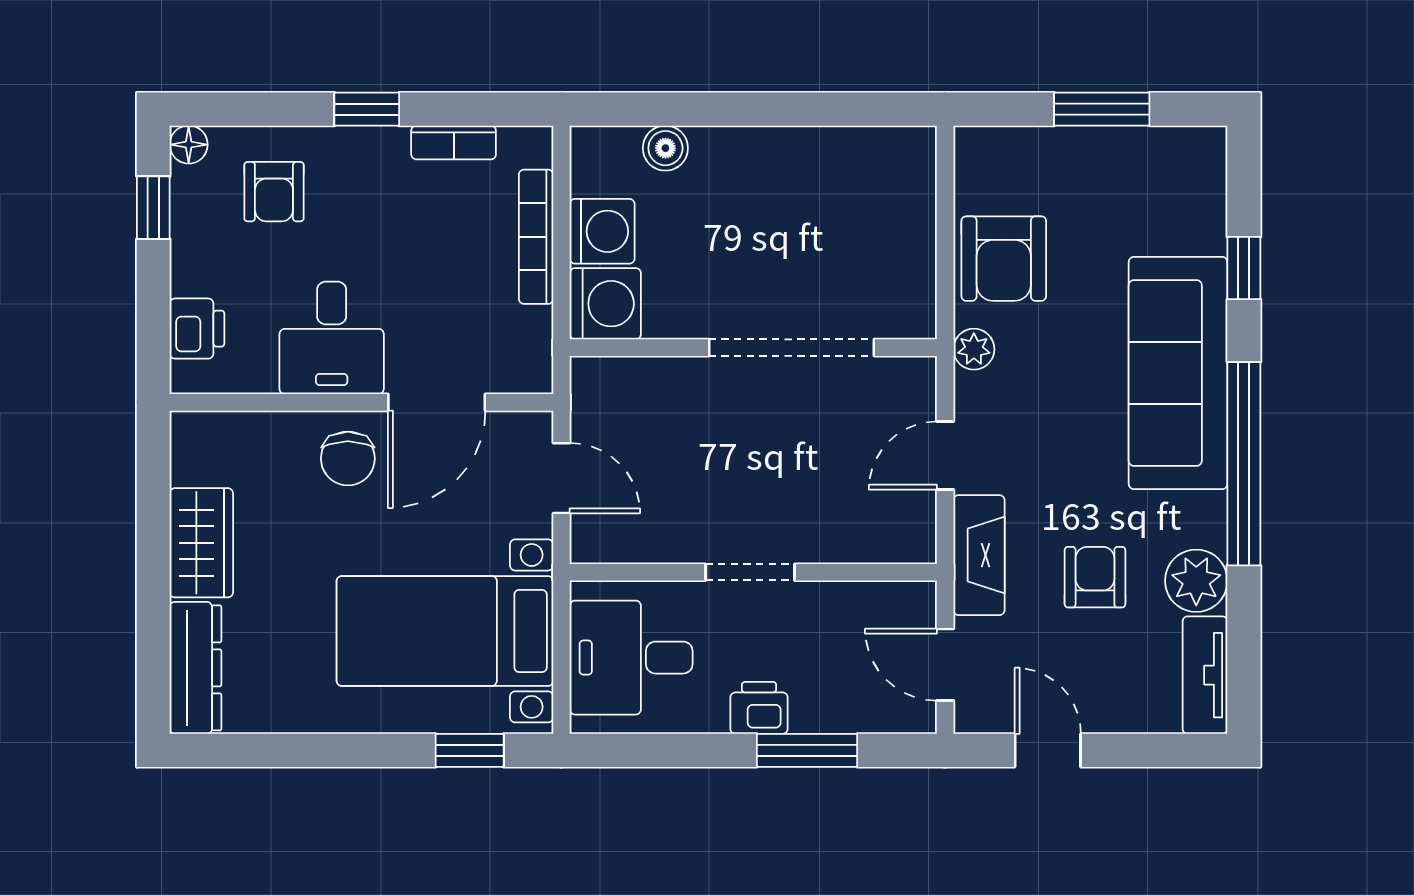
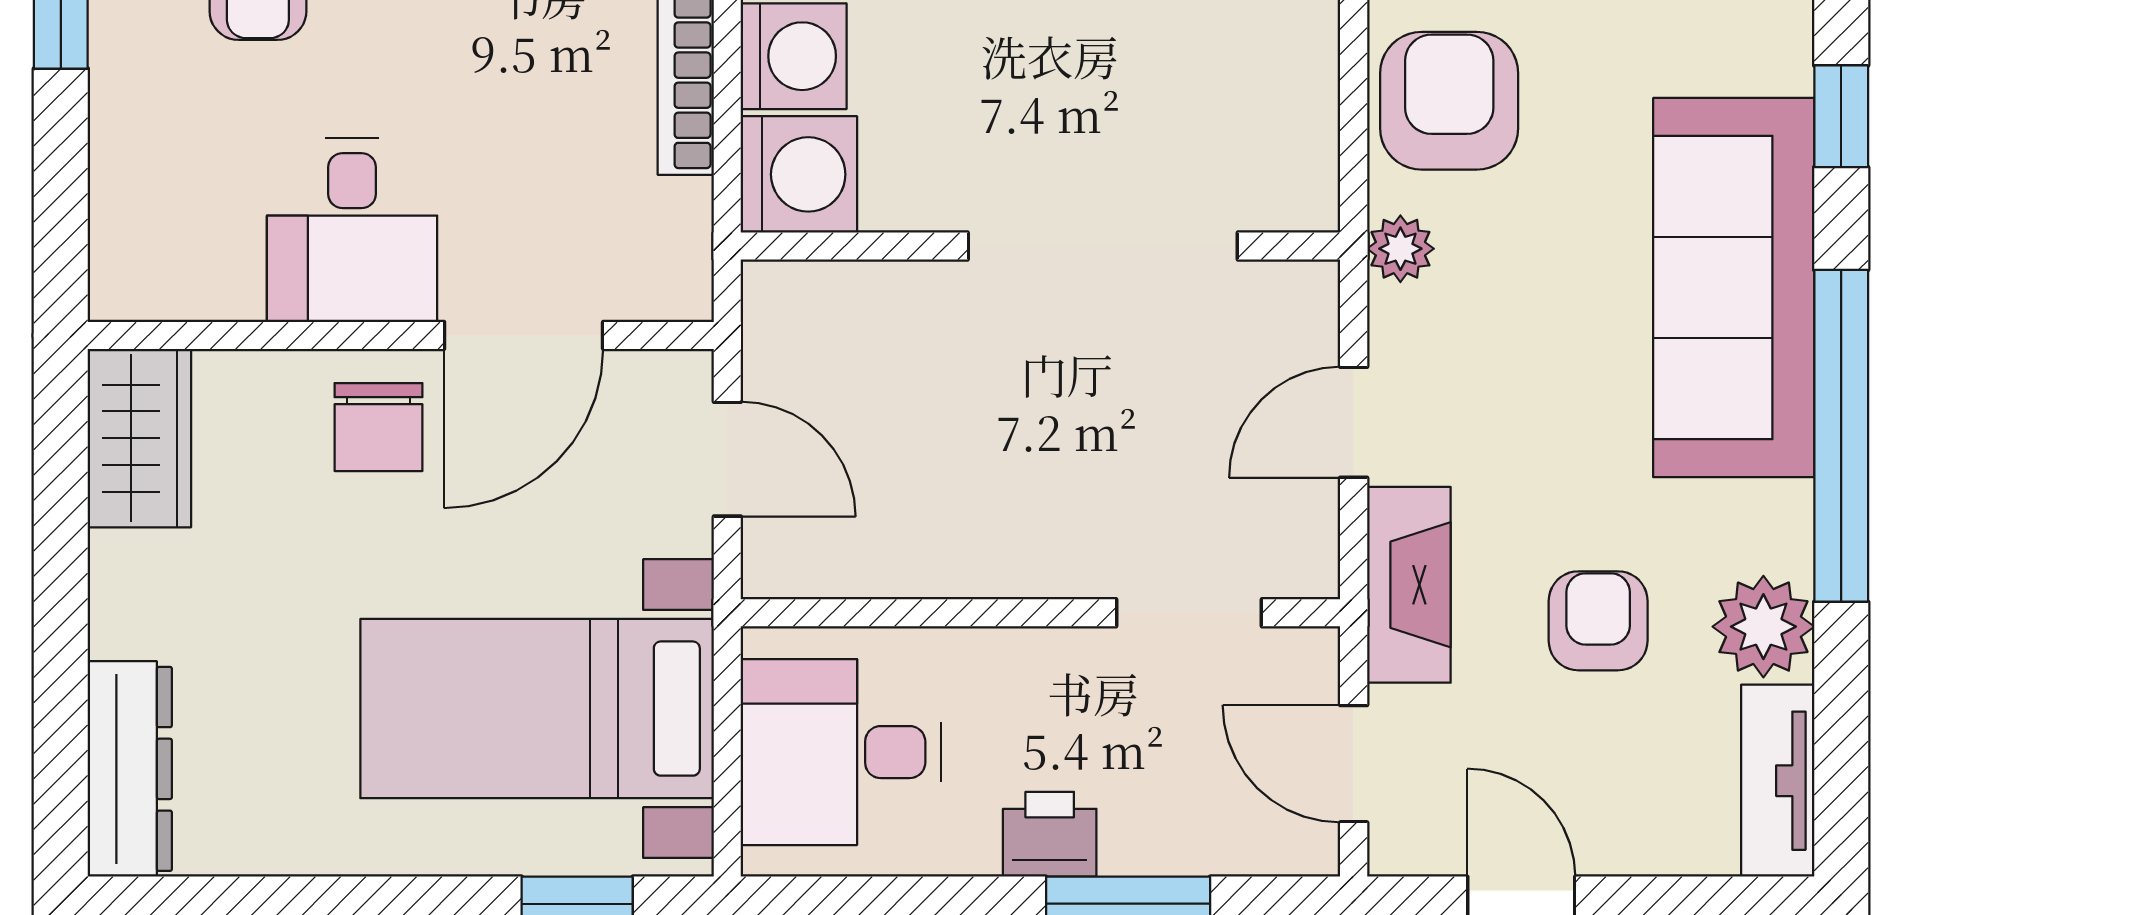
armchair: (1004, 259) -> (1449, 101), turned 180
printer: (197, 329) -> (132, 215), removed
wardrobe: (201, 543) -> (139, 438), moved
doorway: (750, 572) -> (1189, 613), moved

